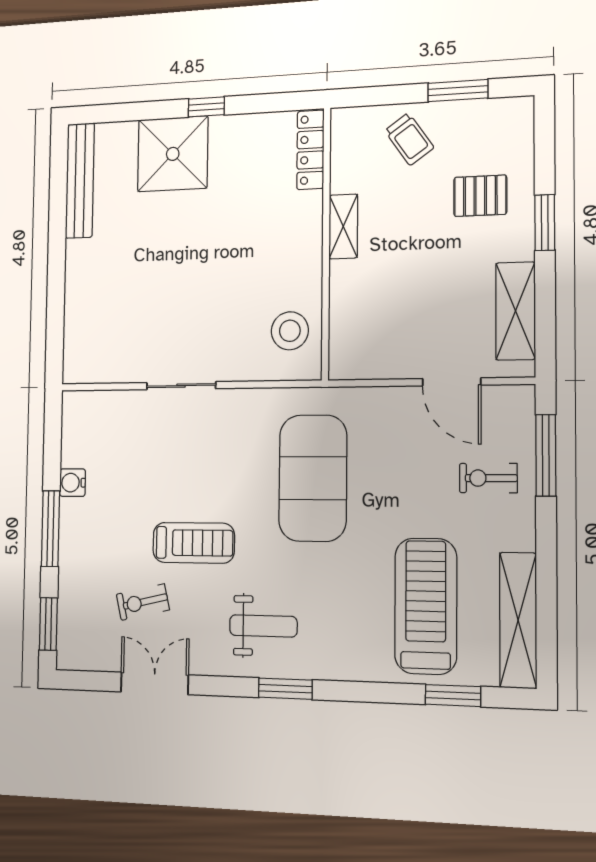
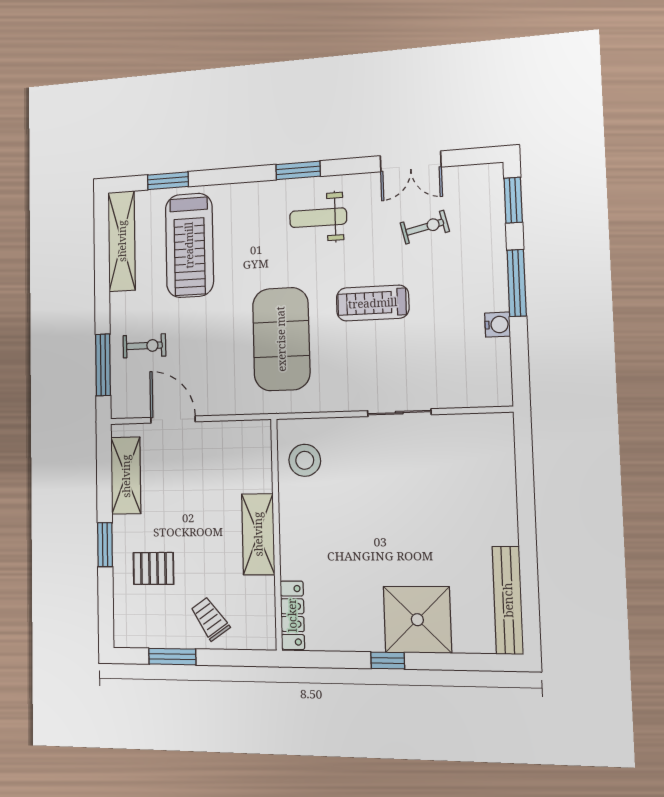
shelving: (343, 226) -> (258, 534), width x1.50, depth x1.33
treadmill: (194, 543) -> (373, 303), moved

